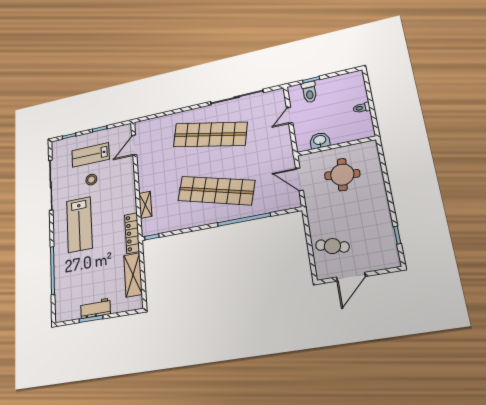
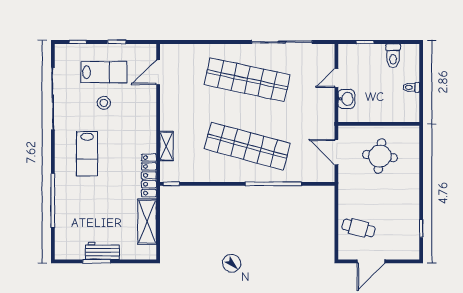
toilet: (309, 92) -> (393, 56), moved
washbasin: (320, 140) -> (346, 99), moved, turned 90
lab bench: (90, 155) -> (104, 72), turned 180
lab bench: (79, 225) -> (87, 154), width x0.73, depth x0.72

